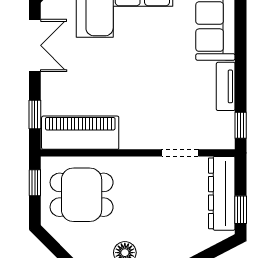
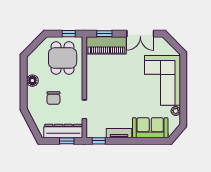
piano: (80, 133) -> (106, 45), moved, turned 90
window: (241, 210) -> (67, 141), moved
chair: (158, 212) -> (53, 98), added

